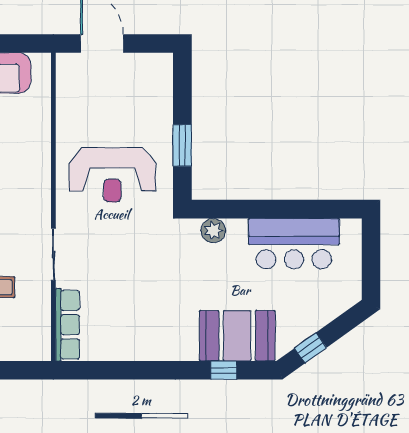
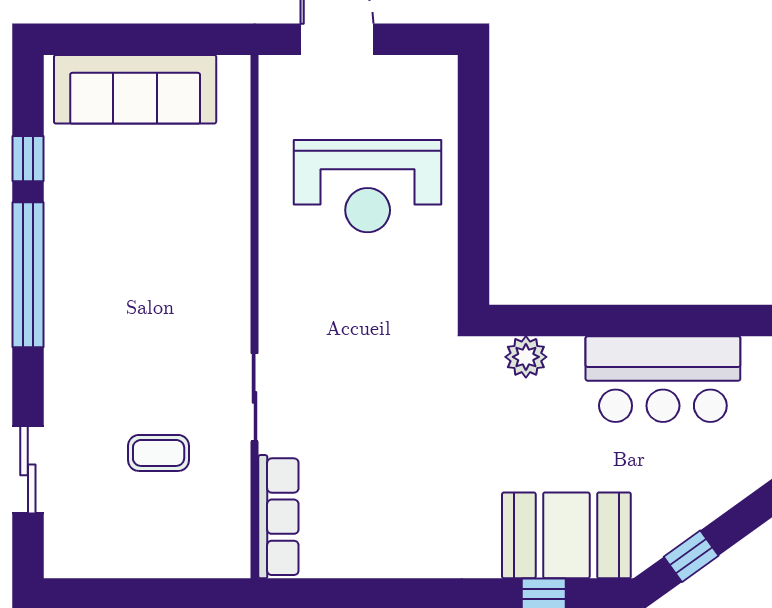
window: (182, 145) -> (473, 212), removed
reception desk: (112, 175) -> (368, 186), moved

